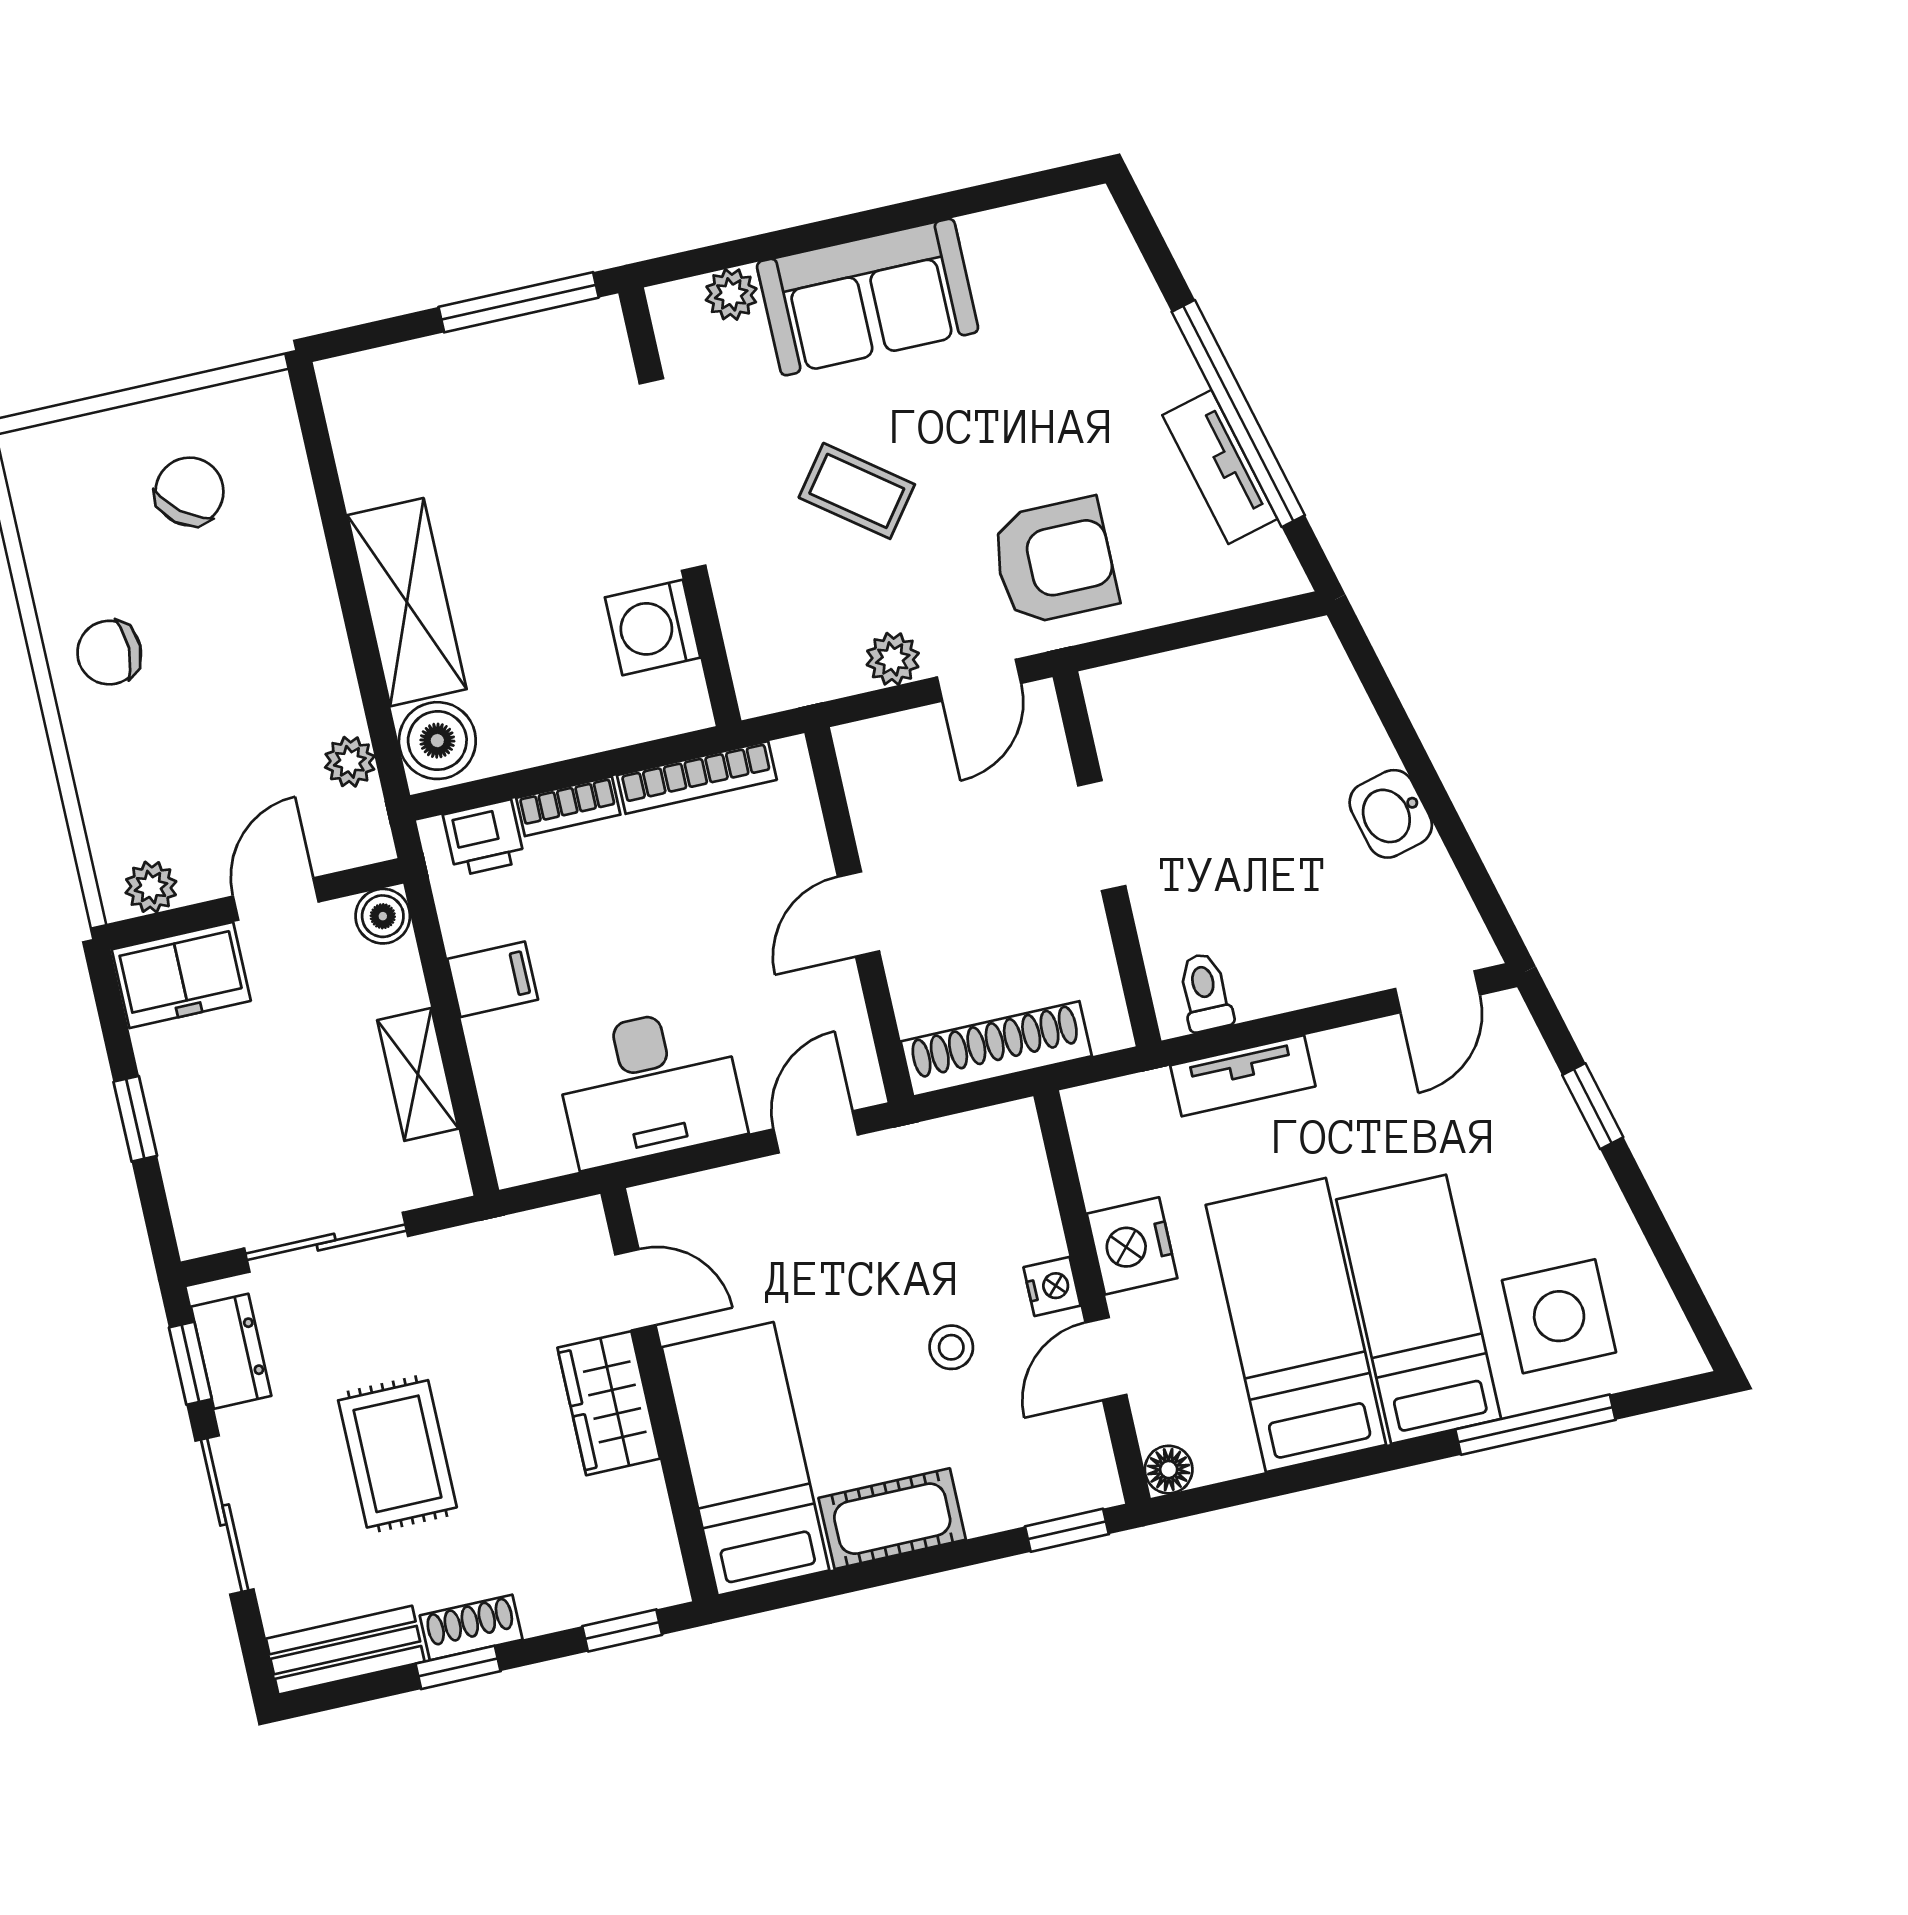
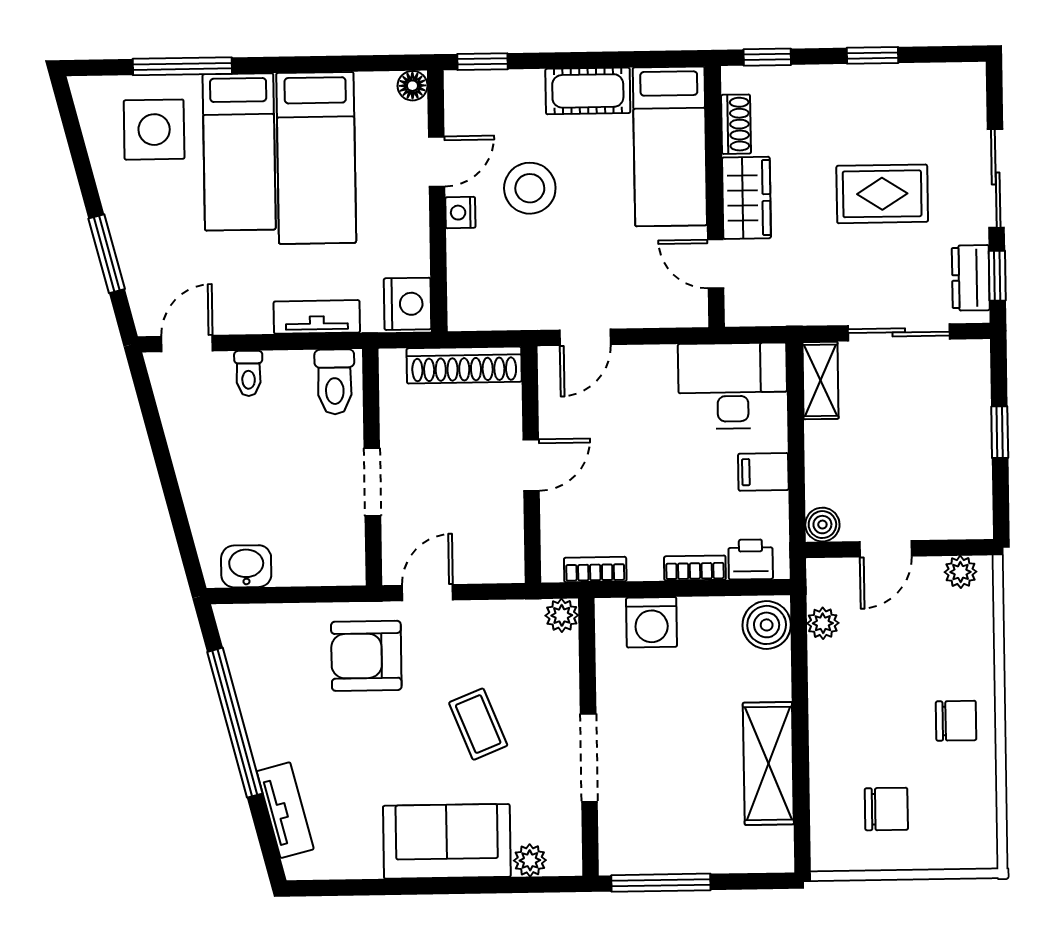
tv unit: (1220, 467) -> (285, 810), moved
doorway: (672, 474) -> (589, 758), width x0.73
chair: (190, 491) -> (886, 809), turned -129
coffee table: (857, 491) -> (478, 724), turned 31
shelving: (407, 602) -> (768, 763), moved
washing machine: (653, 628) -> (652, 622), moved, turned 90
plant: (893, 659) -> (562, 615), moved
bookcase: (697, 778) -> (595, 569), width x0.64
washbasin: (1391, 814) -> (246, 566), moved, turned -76
toilet: (1331, 965) -> (248, 373), added
freezer: (181, 975) -> (953, 514), removed
toilet: (1205, 992) -> (335, 382), width x1.37, depth x1.39
shelving: (418, 1074) -> (821, 380), moved
desk: (649, 1086) -> (733, 386), moved
window: (1593, 1106) -> (107, 254), width x1.50
nightstand: (1132, 1246) -> (407, 304), moved
stool: (951, 1347) -> (530, 188), width x1.89, depth x1.89
rug: (397, 1454) -> (882, 194), turned 90
shoe rack: (471, 1627) -> (736, 124), moved, turned -90
bench: (345, 1650) -> (939, 80), removed

